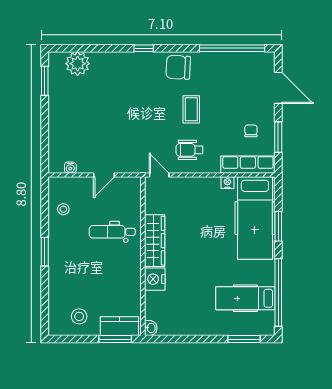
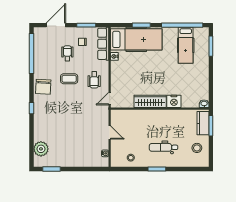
wheelchair: (233, 106) -> (67, 53), added
dental chair: (112, 232) -> (164, 147), moved, turned 90

